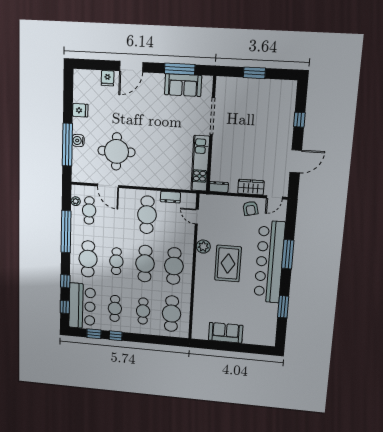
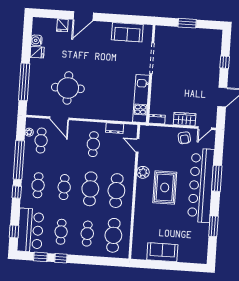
window: (180, 69) -> (125, 19), removed
water cooler: (78, 141) -> (37, 40), moved
cafe table: (147, 215) -> (93, 144), width x0.73, depth x0.74
cafe table: (88, 259) -> (38, 185), width x0.73, depth x0.74
window: (65, 281) -> (17, 192), moved

